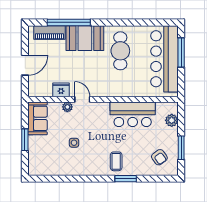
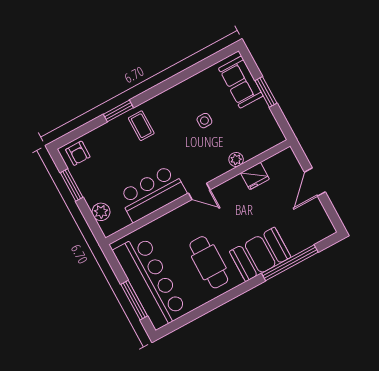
piano: (50, 32) -> (307, 238), removed
door: (82, 99) -> (199, 191), moved
sofa: (37, 118) -> (241, 82), moved
armchair: (159, 157) -> (78, 153), moved, turned -144

